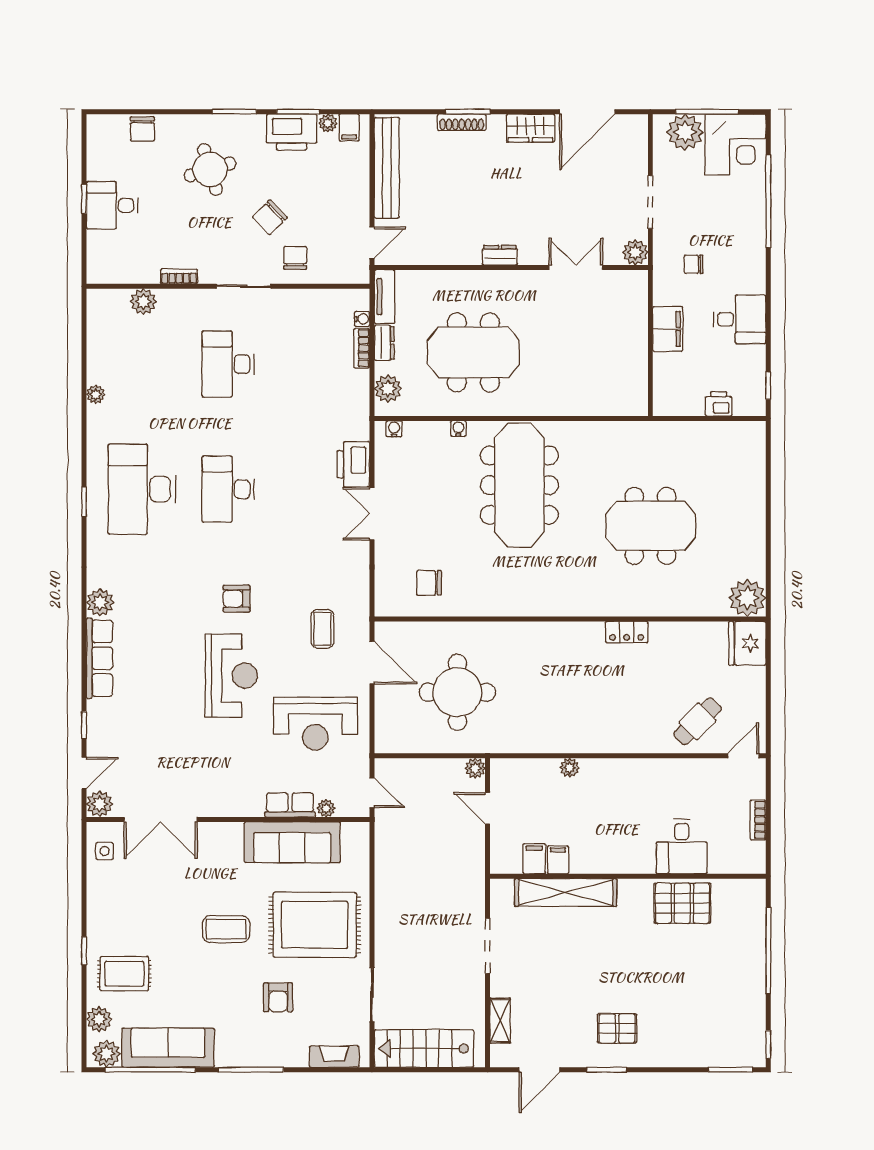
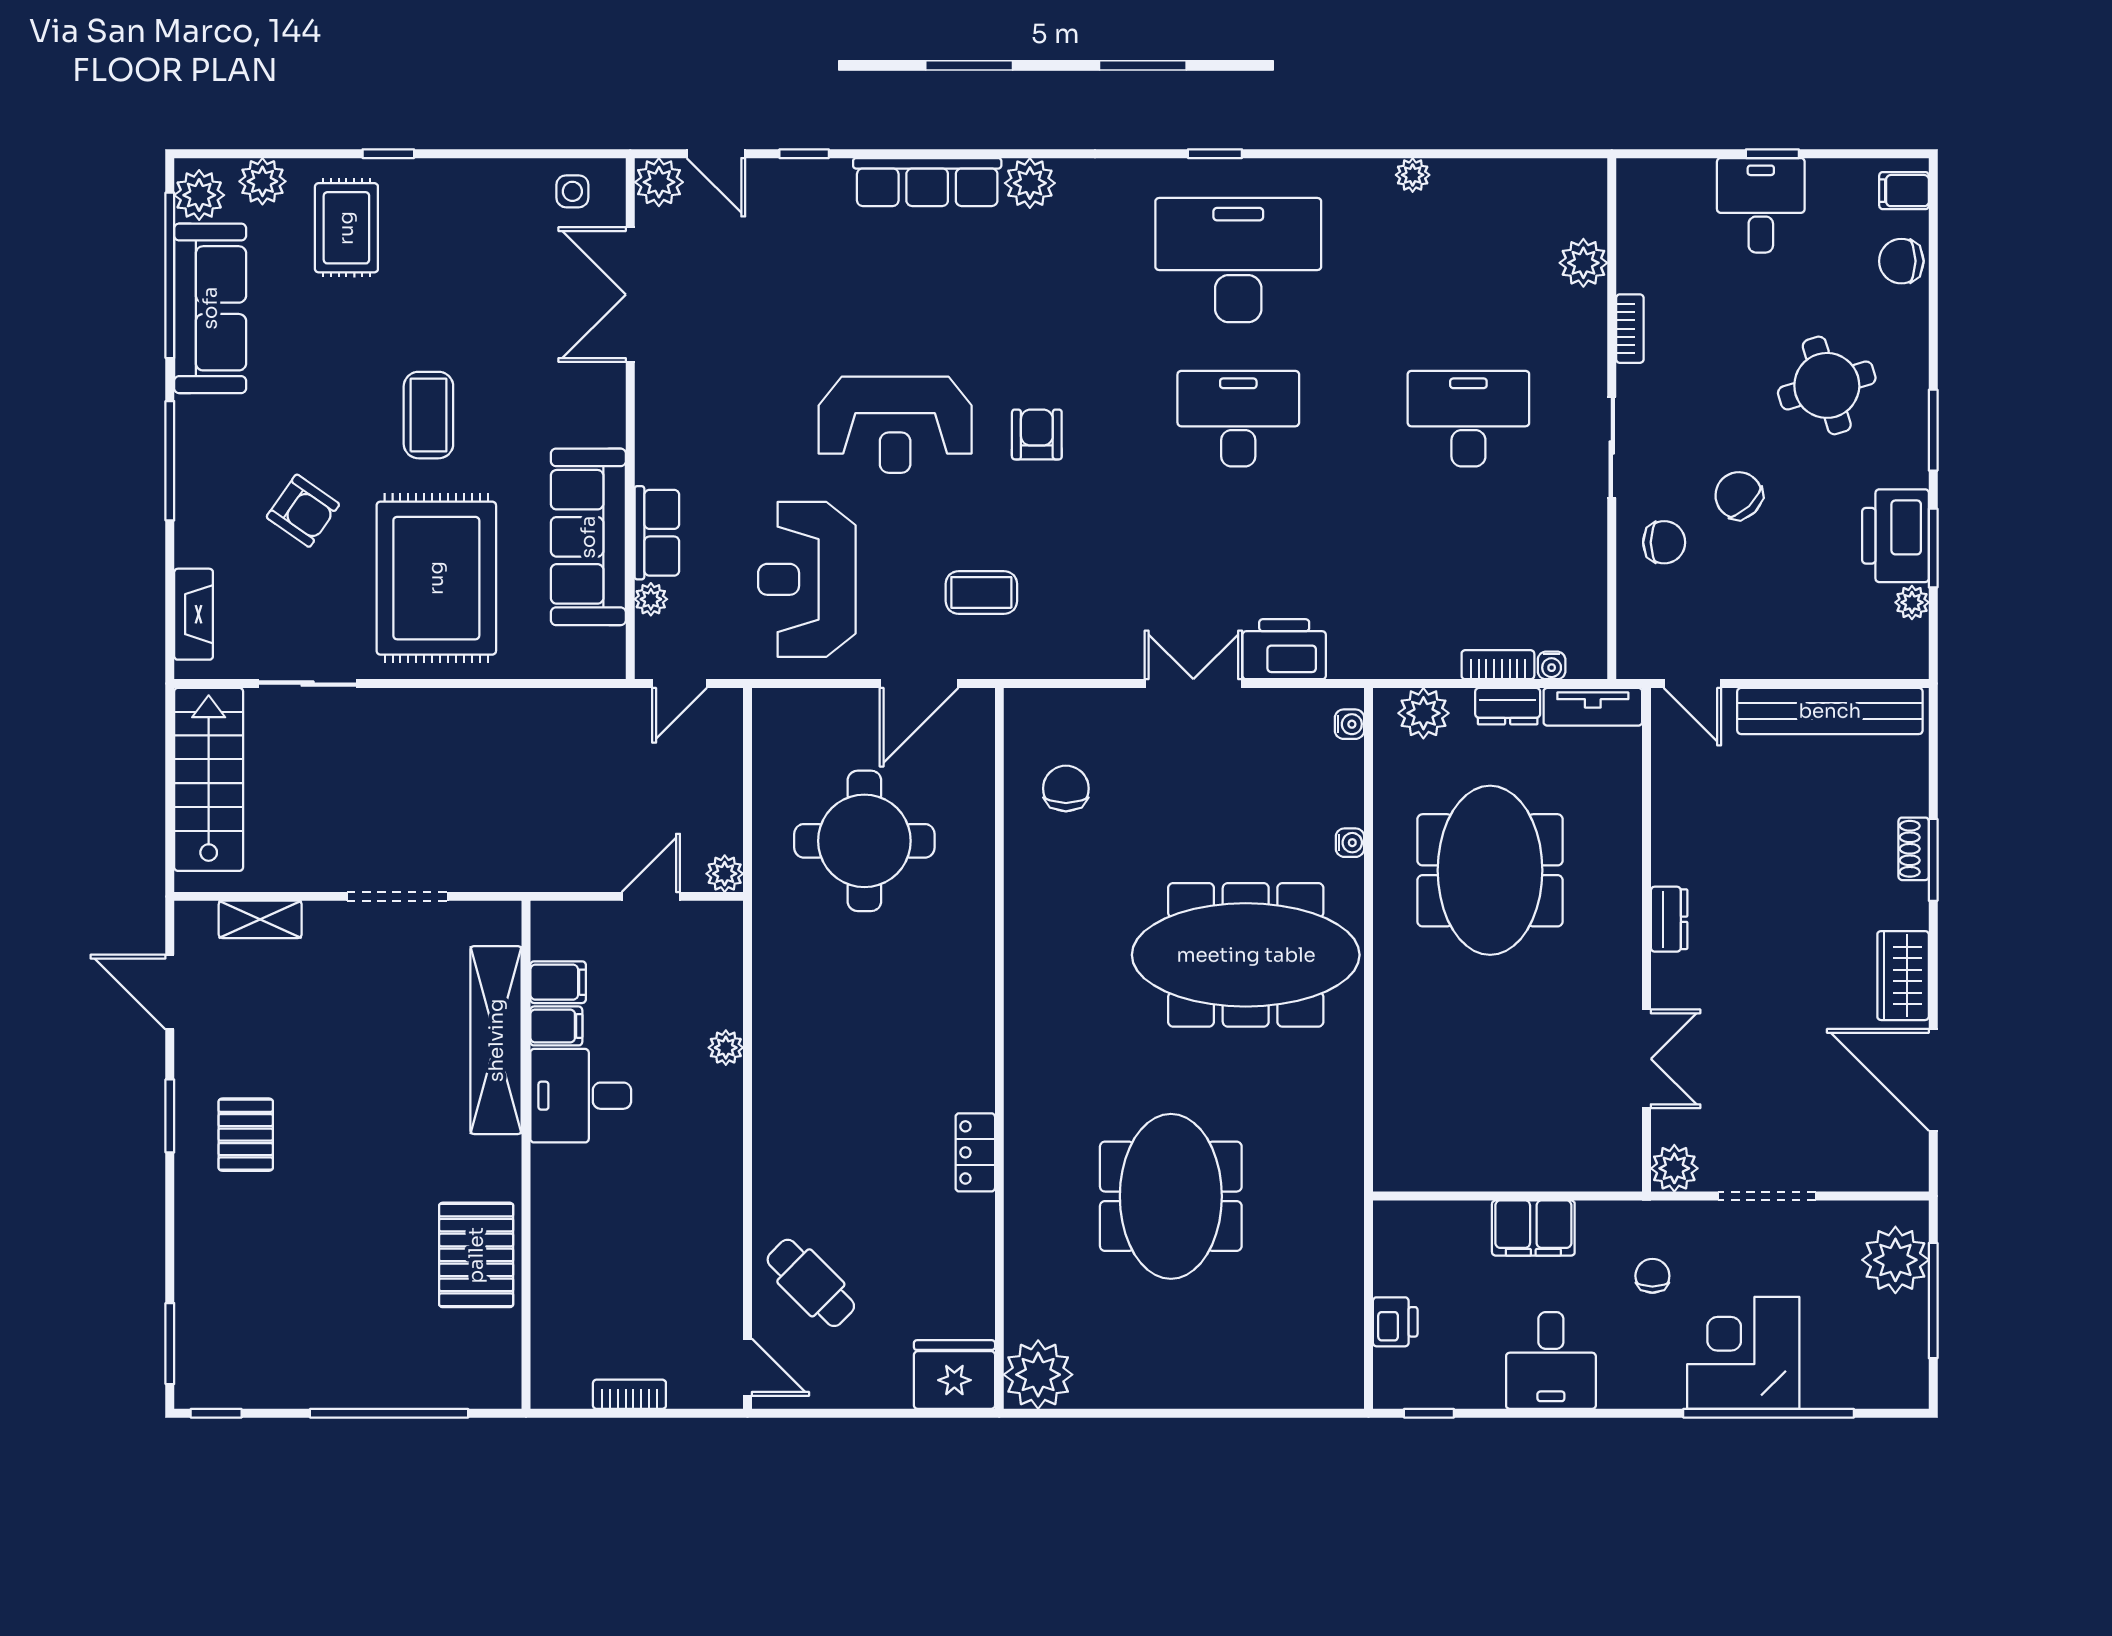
shoe rack: (462, 122) -> (1914, 849), width x0.70
filing cabinet: (349, 128) -> (1904, 191), moved
corner desk: (736, 144) -> (1743, 1353), moved, turned 90
desk: (682, 846) -> (581, 1096), moved
armchair: (278, 997) -> (303, 511), turned -145

